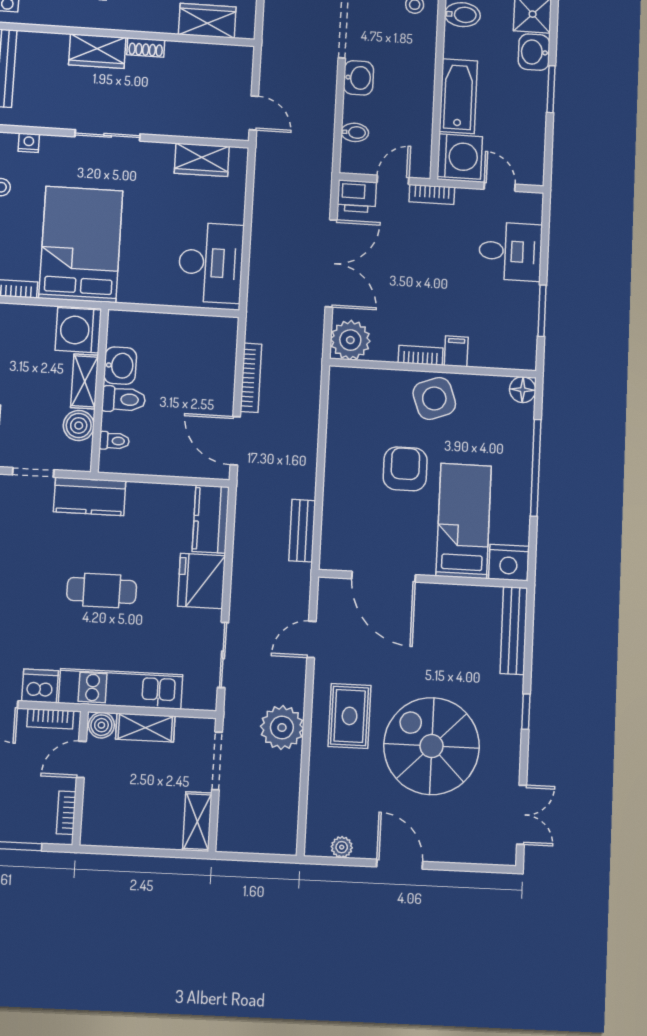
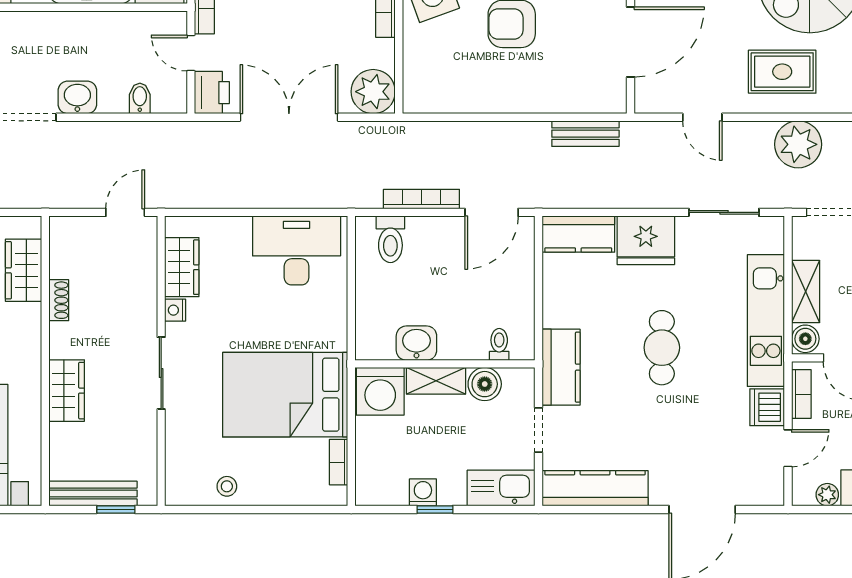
shoe rack: (146, 47) -> (59, 300), moved
nightstand: (29, 143) -> (175, 310), moved
toilet: (124, 399) -> (390, 239), moved, turned 180

